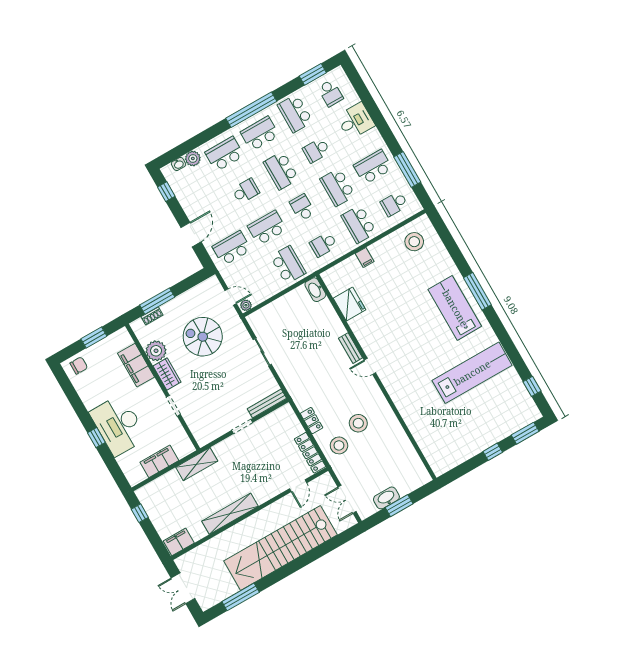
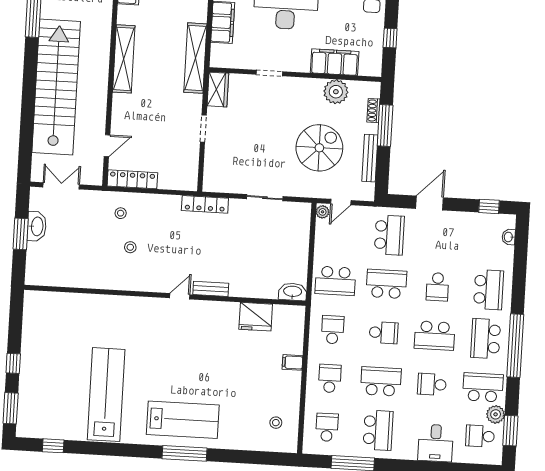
school desk: (260, 134) -> (486, 339), turned 180
school desk: (316, 150) -> (432, 384), turned -90
plant: (193, 158) -> (496, 414), moved
school desk: (281, 171) -> (435, 336), turned 180
school desk: (359, 224) -> (330, 378), width x0.54
school desk: (267, 228) -> (386, 284), turned -90
door: (191, 235) -> (430, 203), swing flipped
stool: (414, 242) -> (276, 423), width x0.53, depth x0.53
window: (94, 337) -> (390, 38), width x0.67
lab bench: (472, 373) -> (106, 395), turned 180
wardrobe: (167, 374) -> (218, 90), moved, turned -90
bench: (267, 404) -> (370, 158), moved
locker: (311, 421) -> (205, 204), moved, width x1.53
stool: (358, 423) -> (130, 247), width x0.53, depth x0.53
stool: (339, 445) -> (121, 213), width x0.53, depth x0.53
shelving: (197, 464) -> (195, 58), width x1.47
door: (298, 486) -> (107, 146), swing flipped

